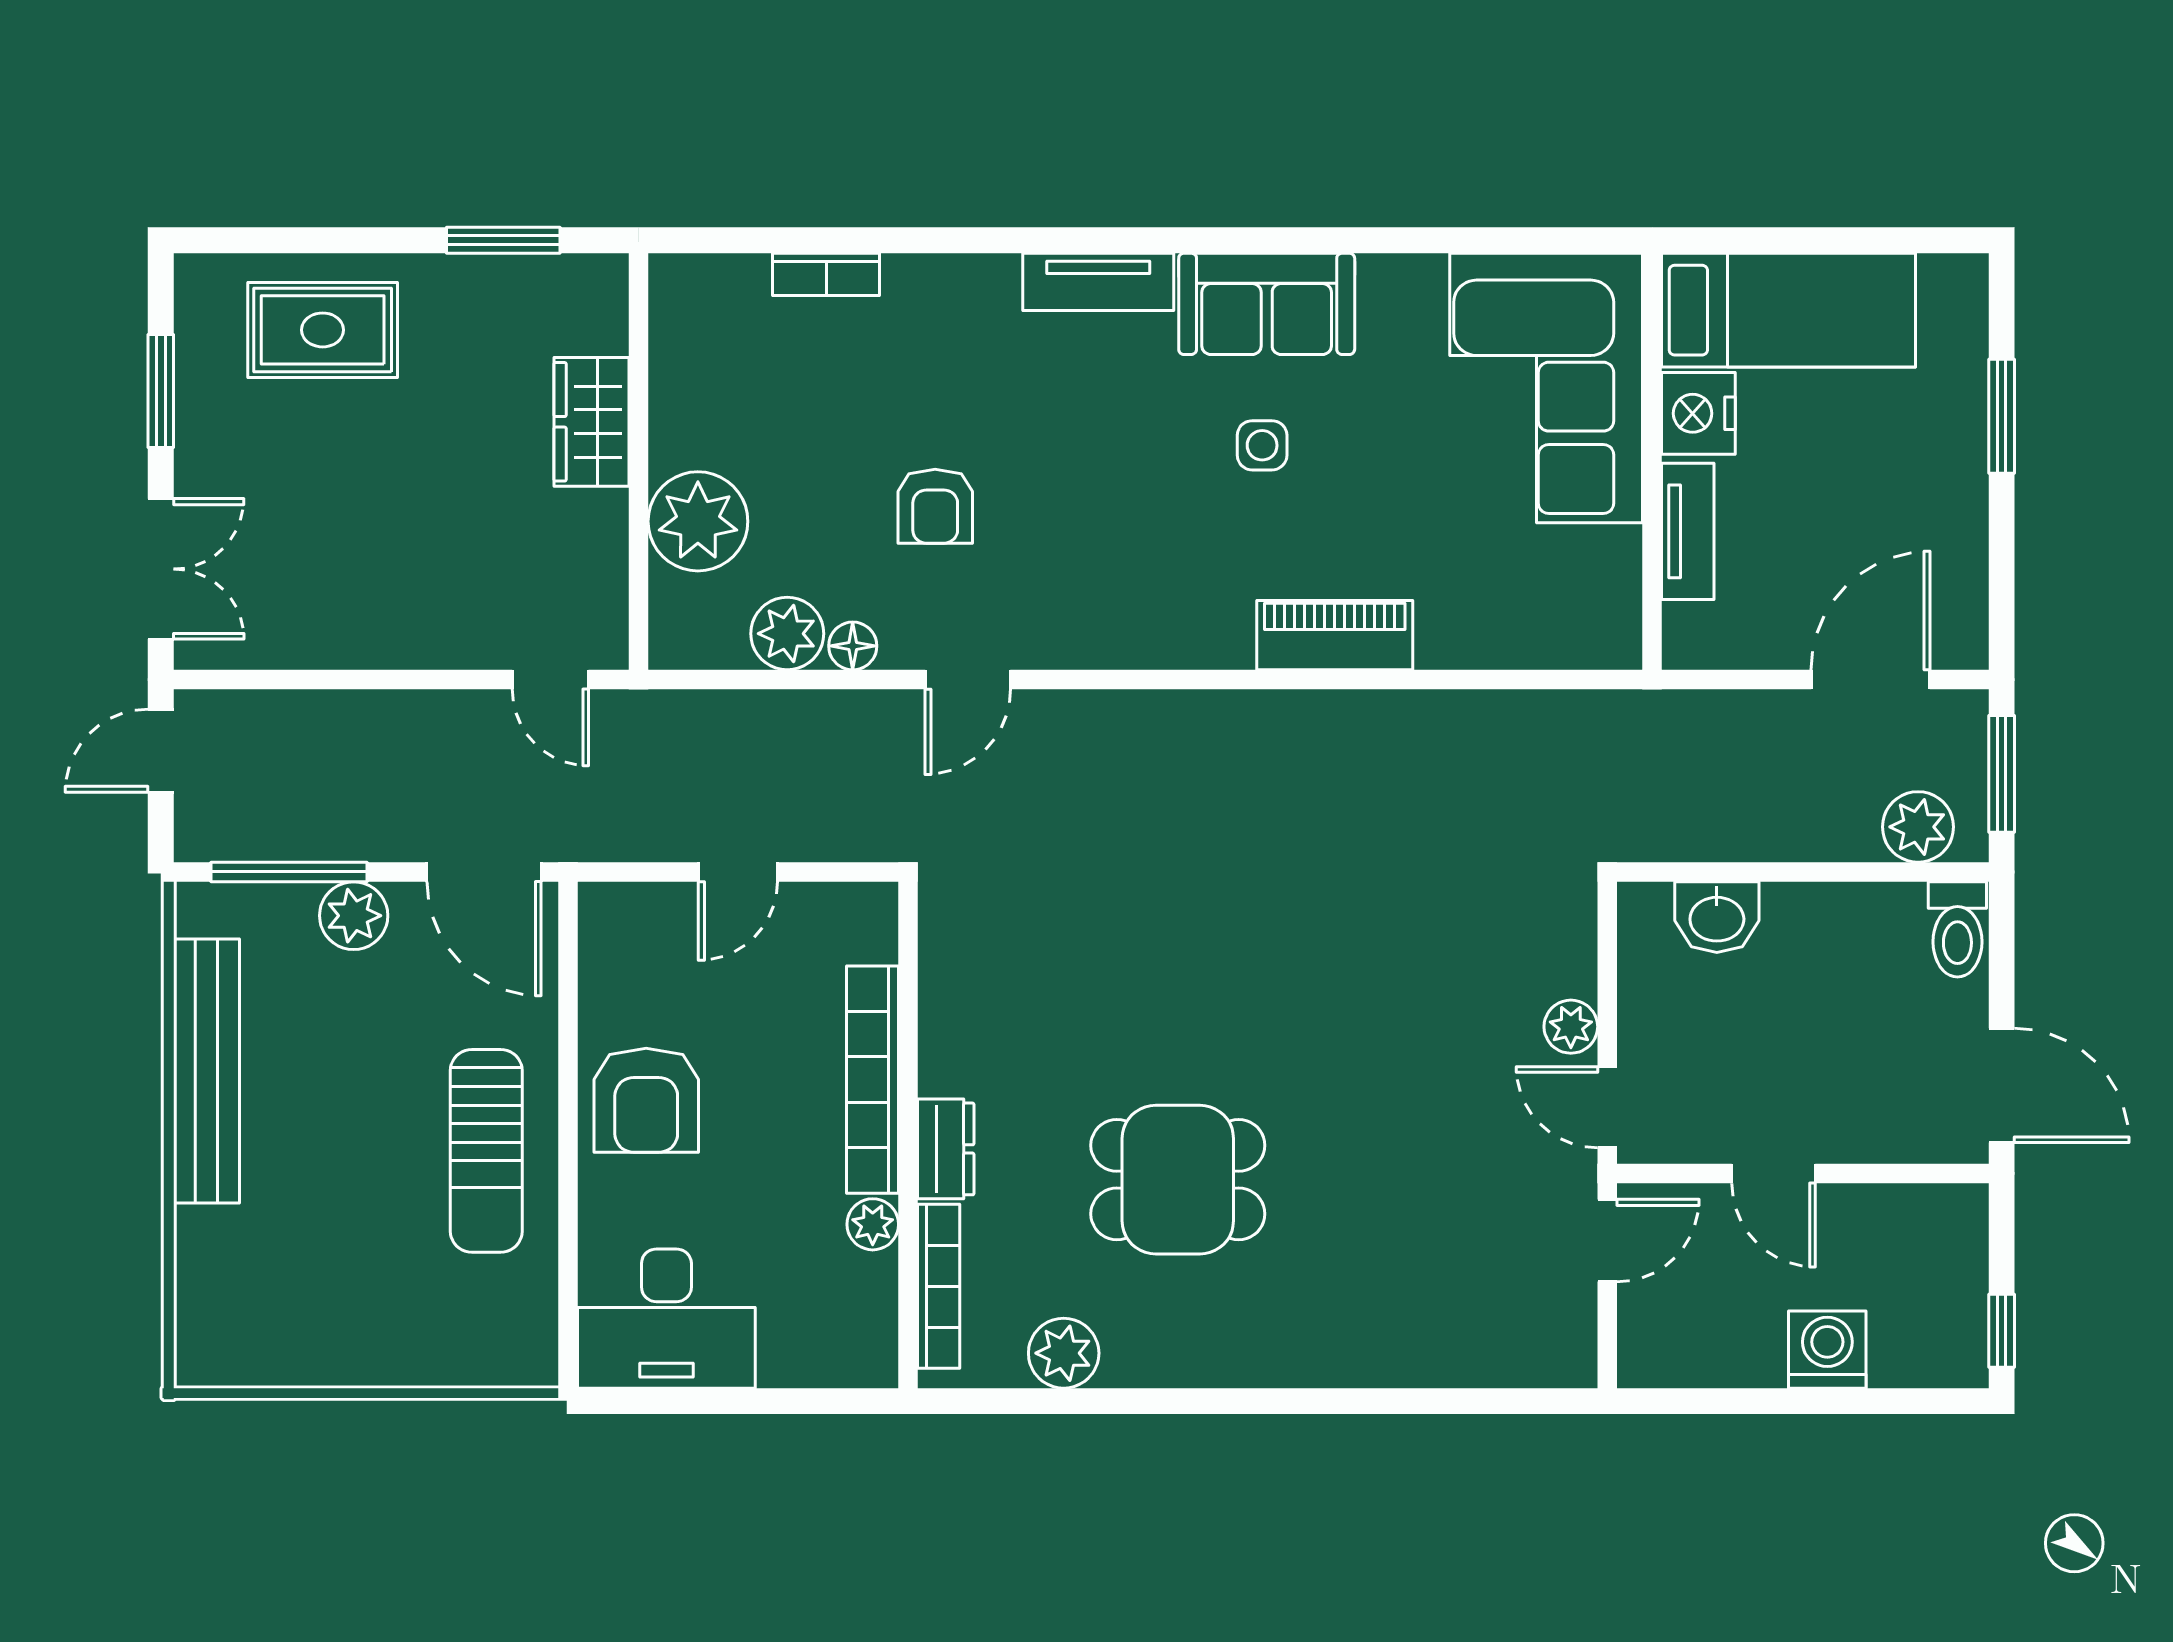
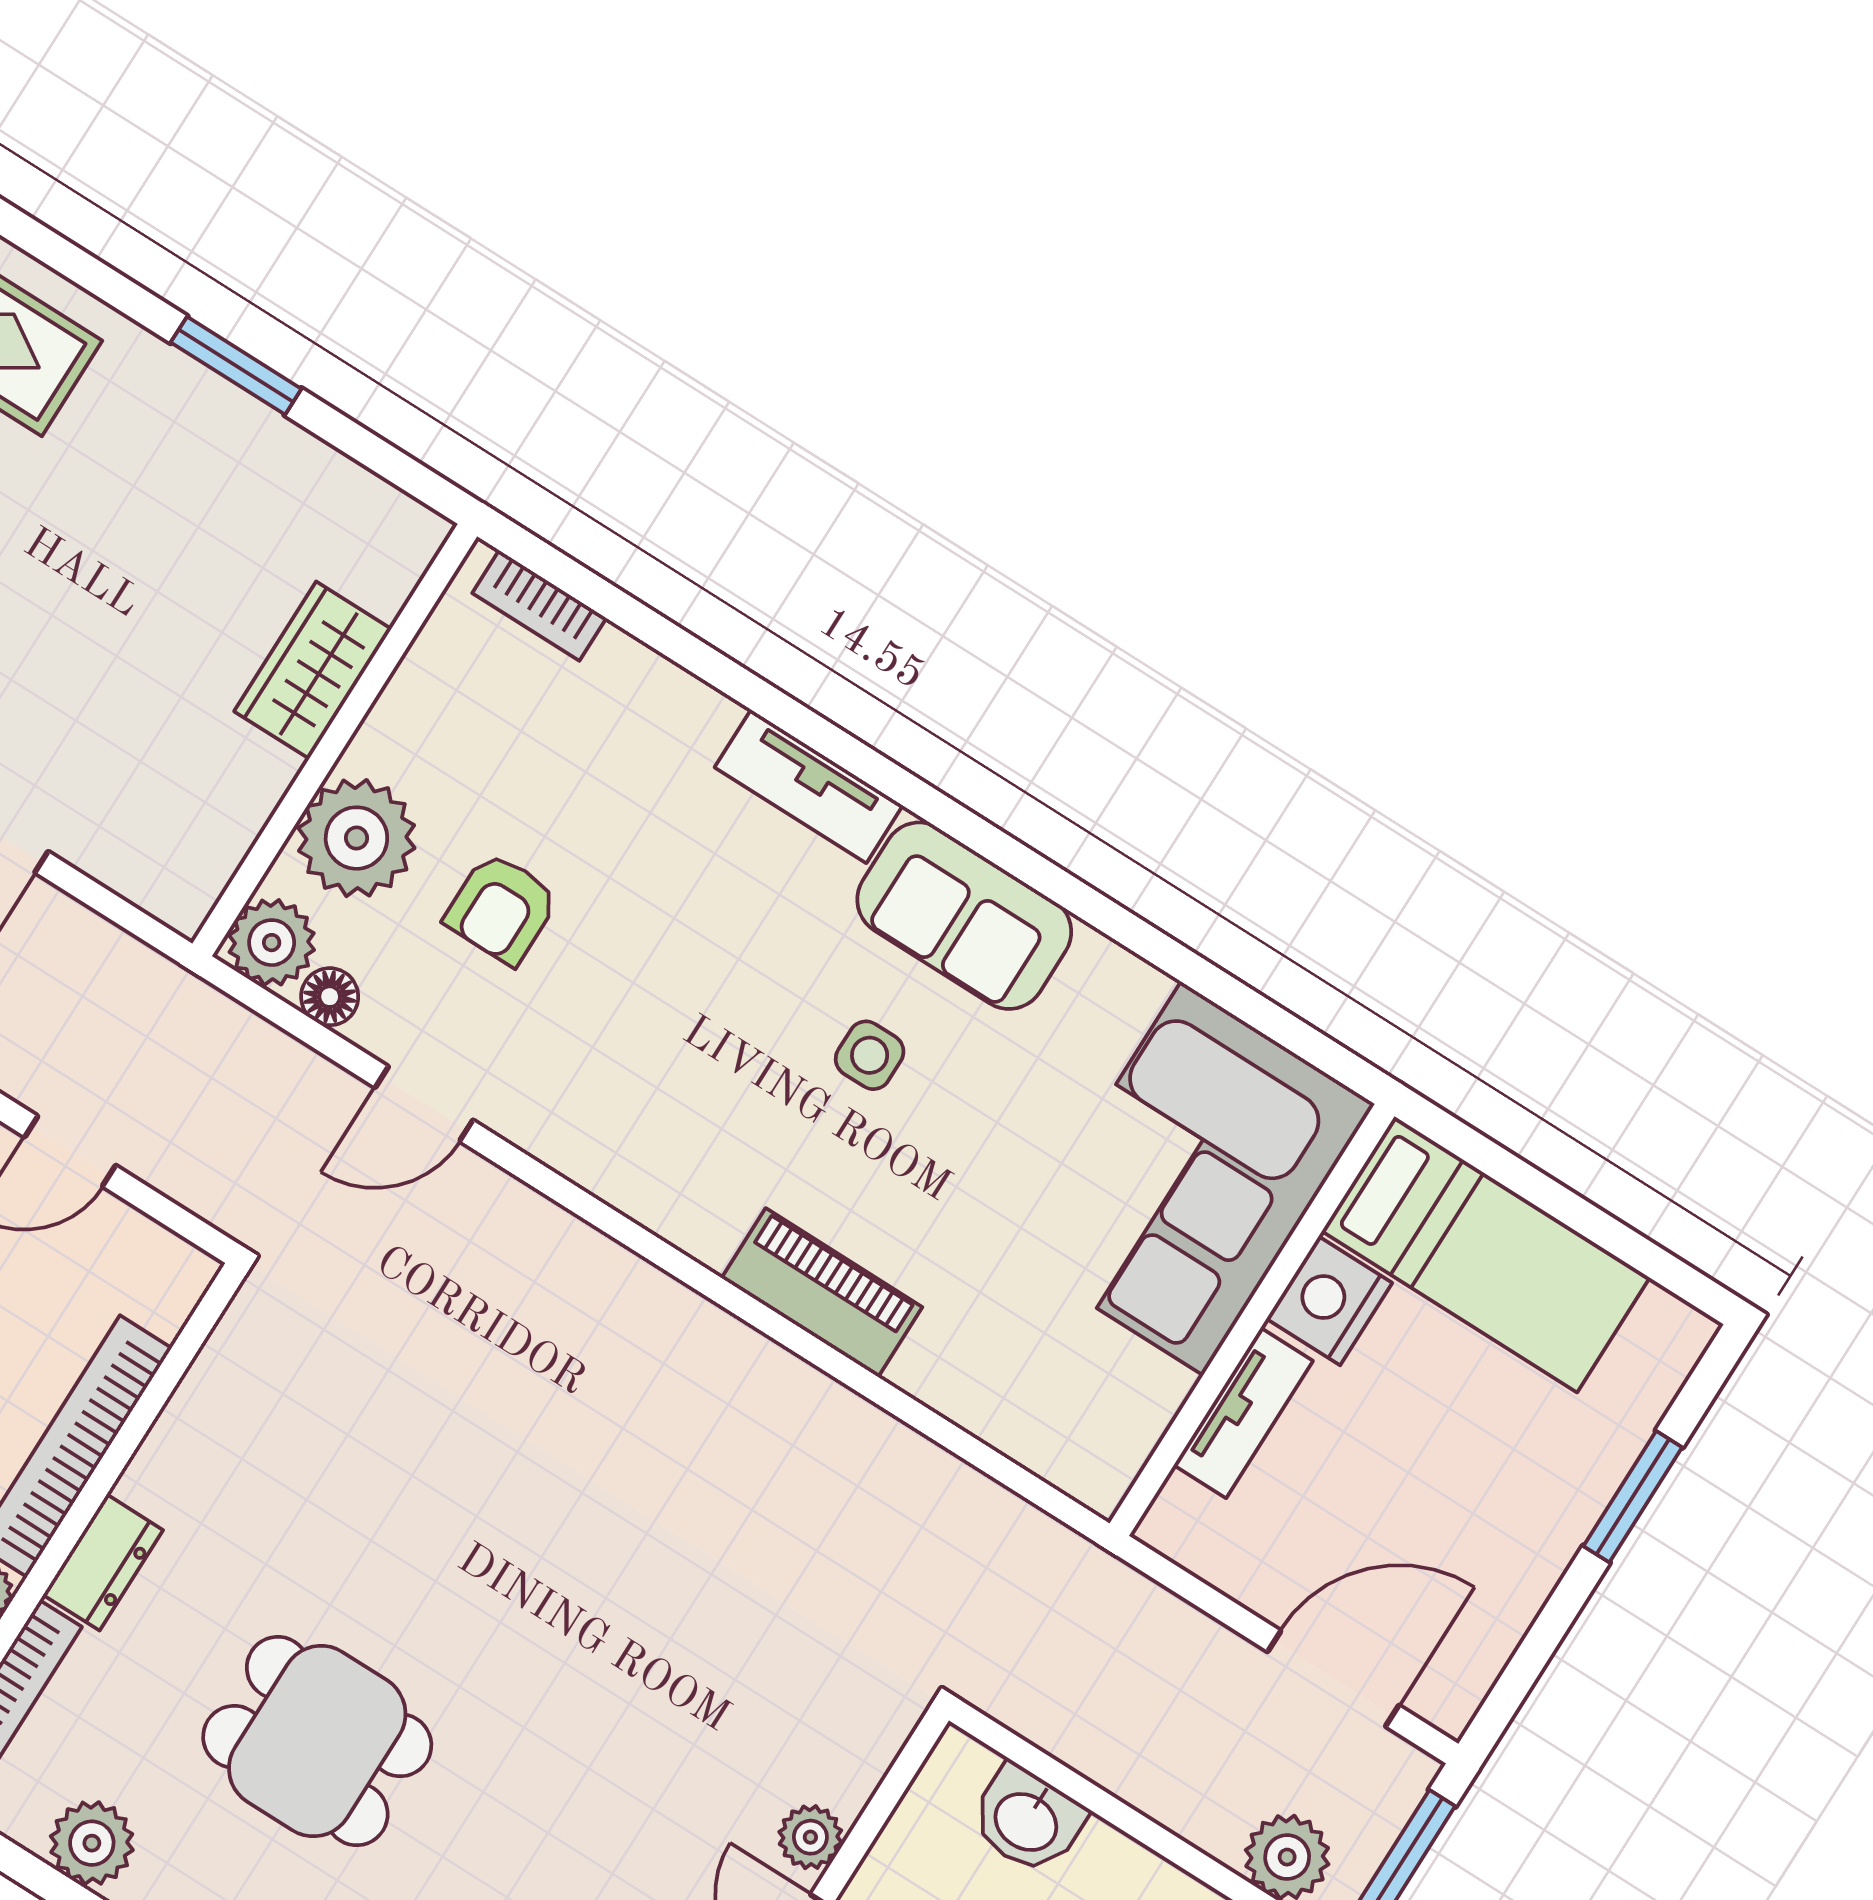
wardrobe: (592, 422) -> (313, 670), moved
wall: (639, 461) -> (335, 740), moved
plant: (698, 521) -> (356, 838), moved

